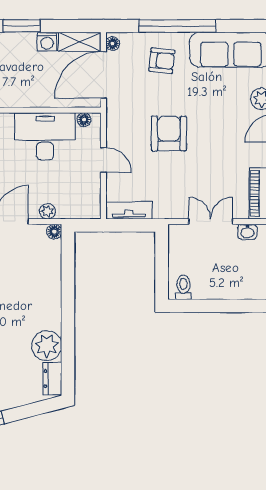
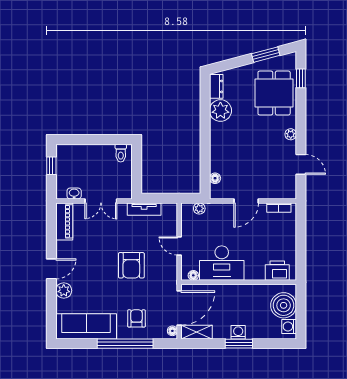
washing machine: (47, 42) -> (238, 332), moved
armchair: (162, 61) -> (136, 318), turned 84
tv unit: (129, 210) -> (144, 209), moved
plant: (47, 211) -> (199, 208), moved
floor lamp: (54, 232) -> (215, 178), moved

